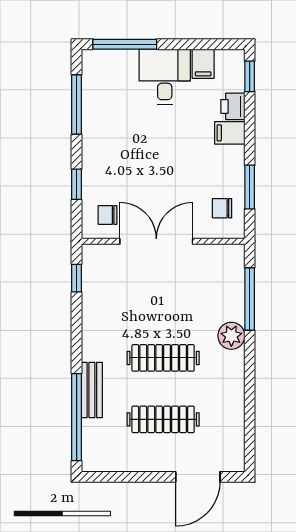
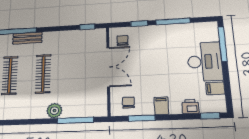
desk: (165, 77) -> (205, 62), width x1.37
window: (77, 104) -> (173, 21), moved
filing cabinet: (230, 133) -> (161, 106), moved

